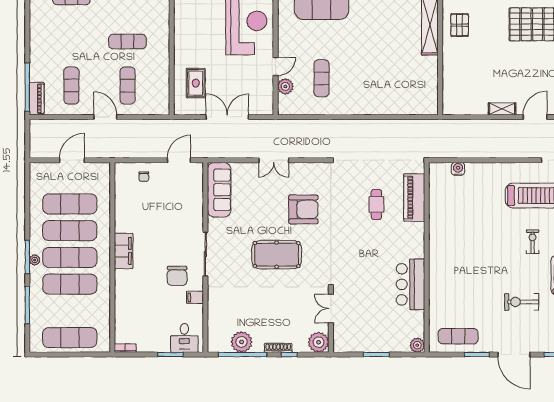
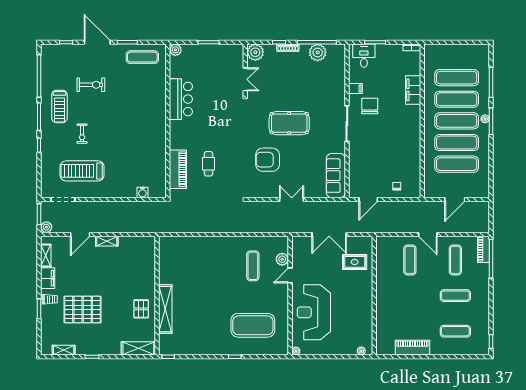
exercise mat: (128, 42) -> (455, 296), moved
rug: (196, 83) -> (355, 262), turned 90
filing cabinet: (124, 251) -> (413, 90), moved
exercise mat: (70, 338) -> (457, 78), moved

